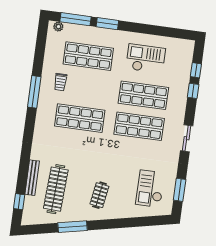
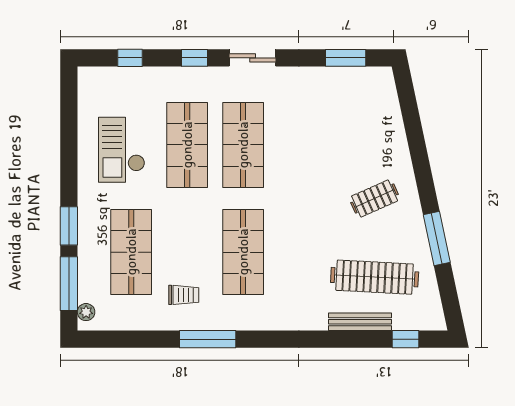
window: (193, 91) -> (195, 58), moved
checkout: (150, 189) -> (351, 110), removed
clothes rail: (99, 195) -> (375, 198), turned -33

